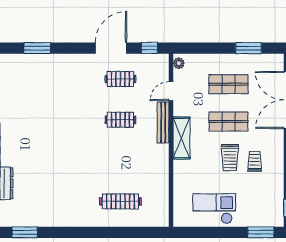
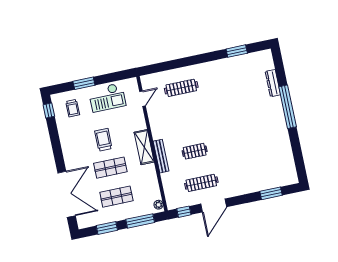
window: (206, 48) -> (140, 221), added
clothes rail: (120, 79) -> (201, 183), width x1.36
door: (171, 91) -> (142, 99), moved
trolley: (255, 161) -> (73, 108), moved
window: (25, 232) -> (237, 51), moved
window: (261, 232) -> (84, 83), moved

